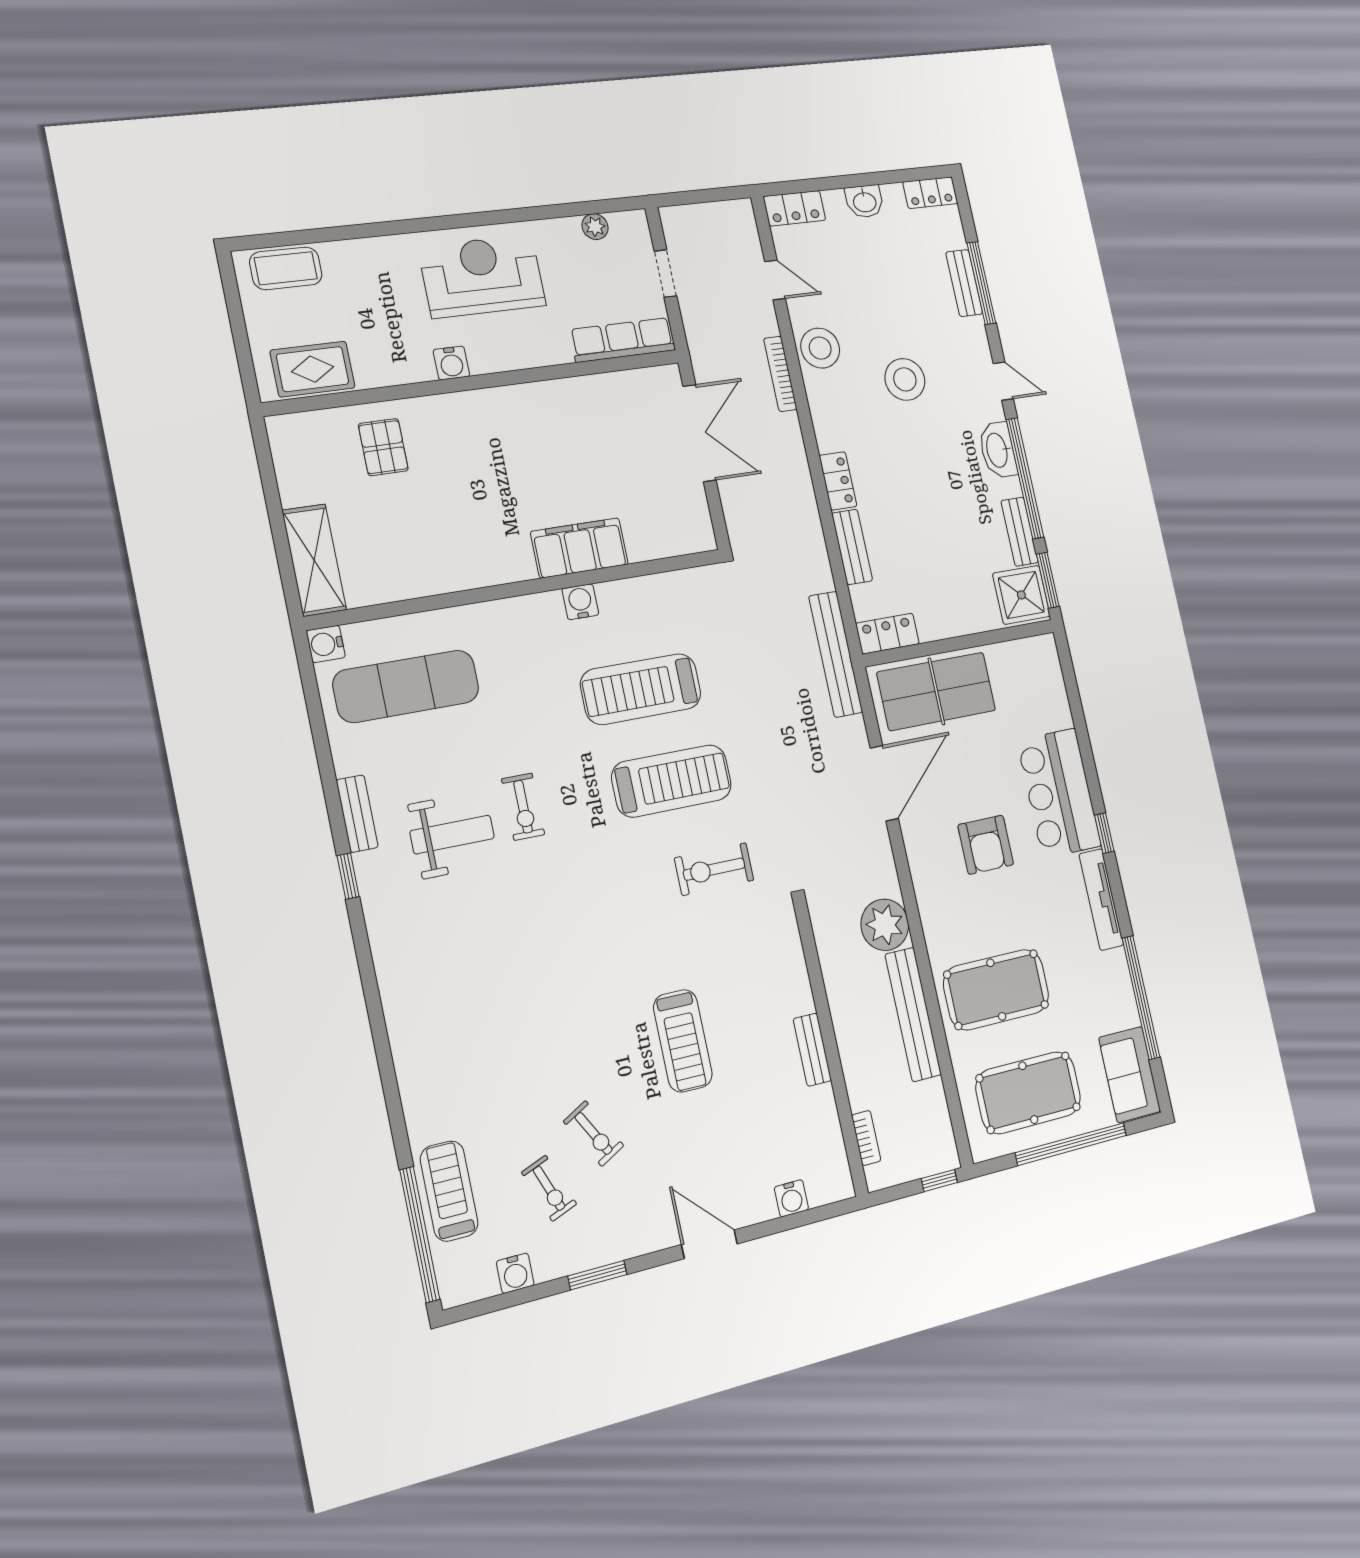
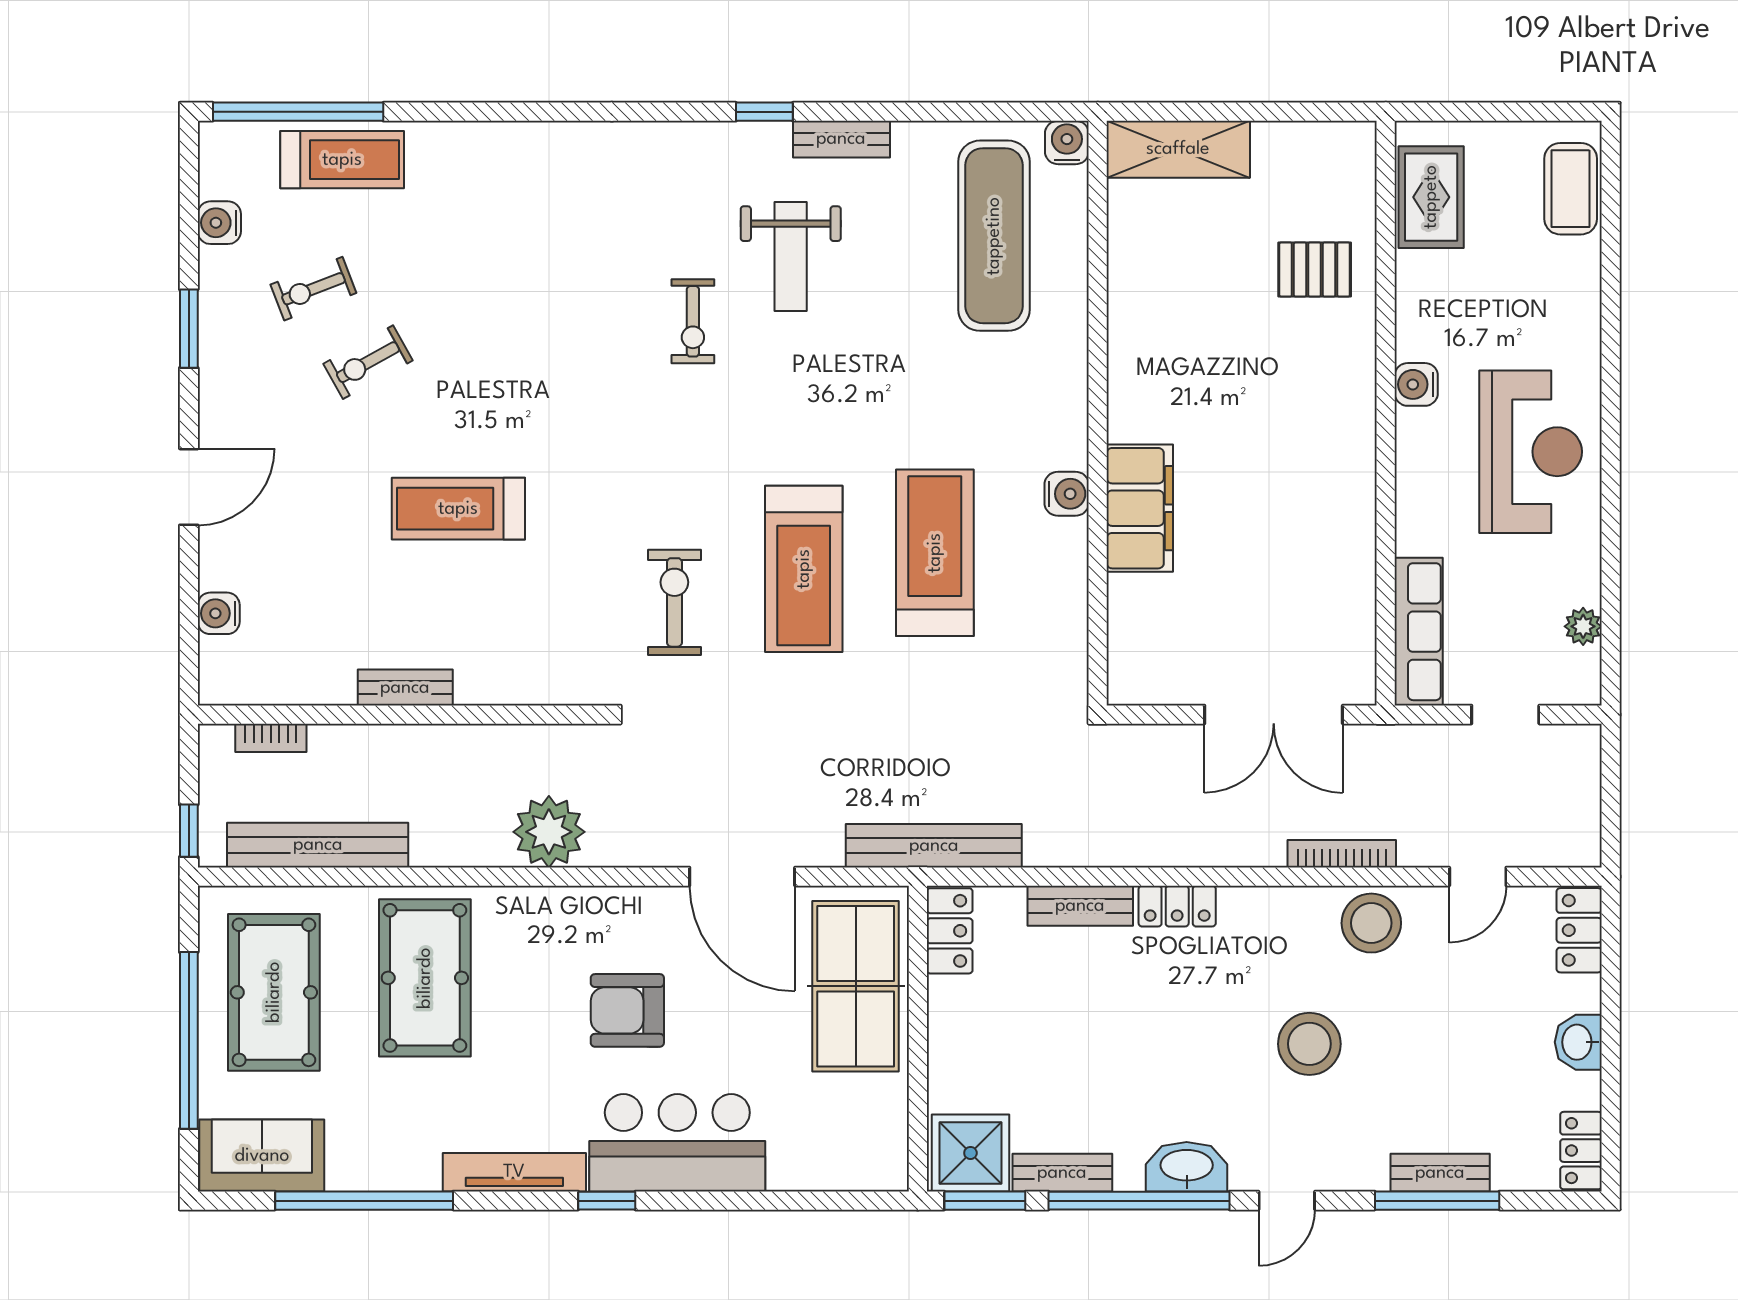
exercise bike: (523, 807) -> (693, 321), moved, turned -90
bench: (913, 1014) -> (318, 845), moved

